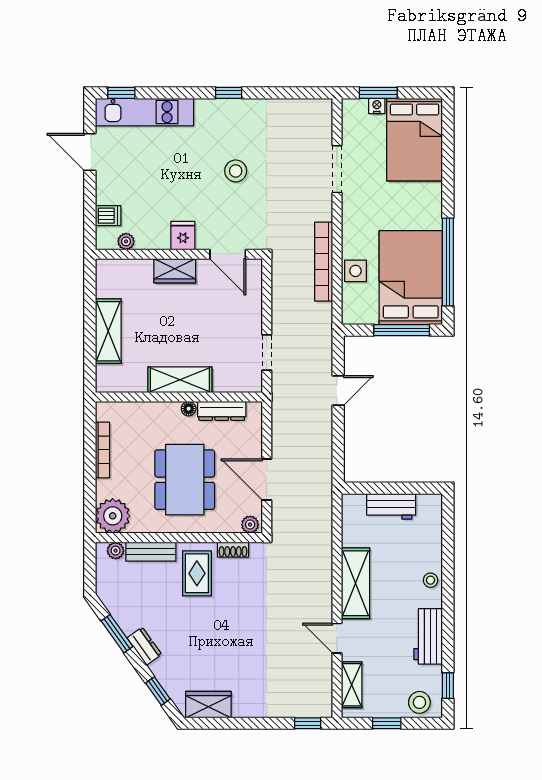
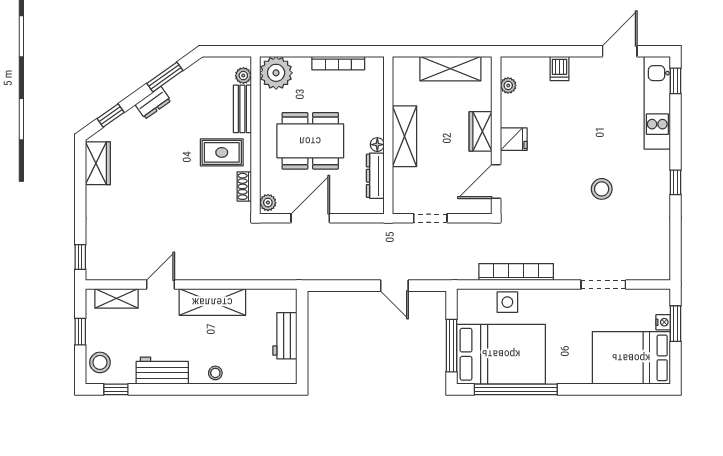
fridge: (183, 236) -> (514, 139), moved
plant: (126, 241) -> (508, 85), moved
wall: (179, 254) -> (496, 135), moved
door: (228, 254) -> (496, 181), moved
wardrobe: (175, 271) -> (481, 131), moved

